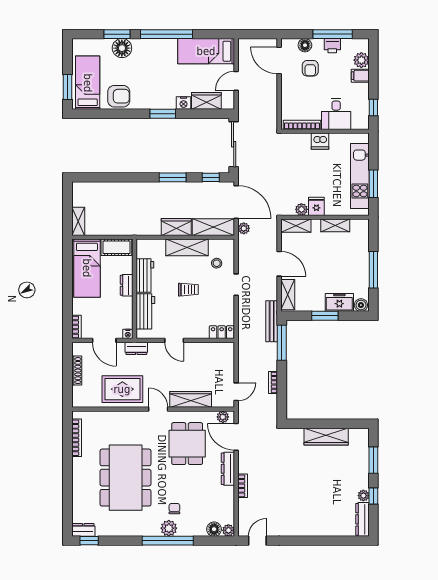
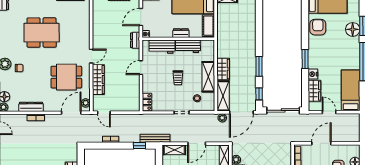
door: (279, 61) -> (321, 143), moved
armchair: (119, 96) -> (318, 27), turned 180
window: (282, 343) -> (139, 146), width x0.46
rug: (122, 389) -> (106, 30), removed
dresser: (228, 469) -> (31, 107), moved
dining table: (126, 478) -> (42, 33), width x0.73, depth x0.80

